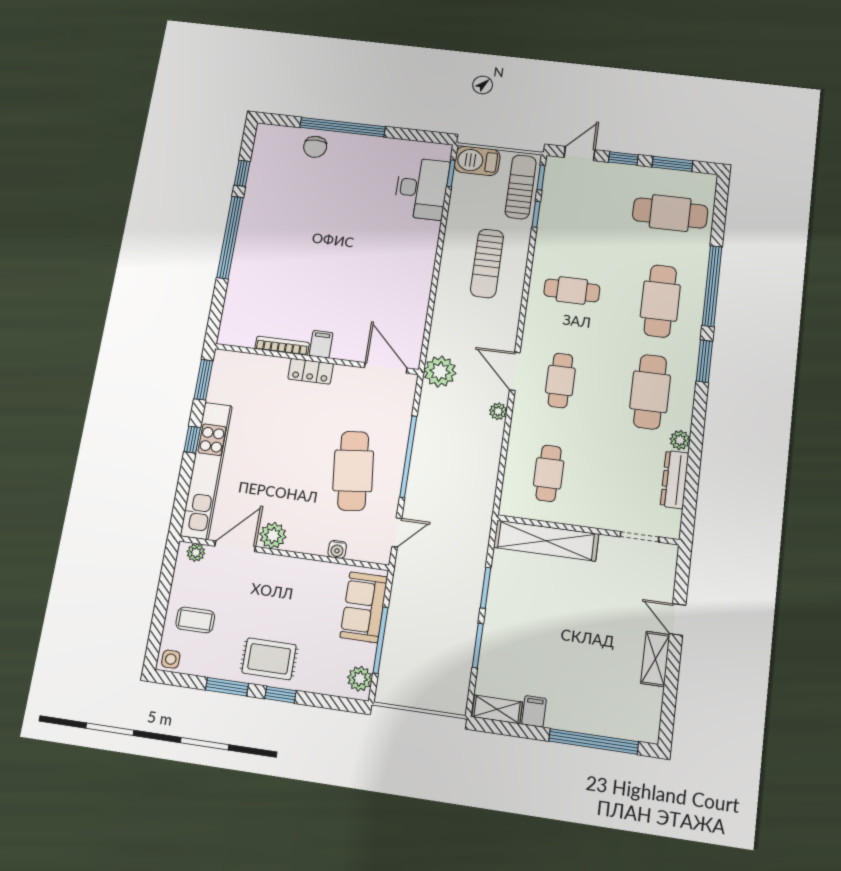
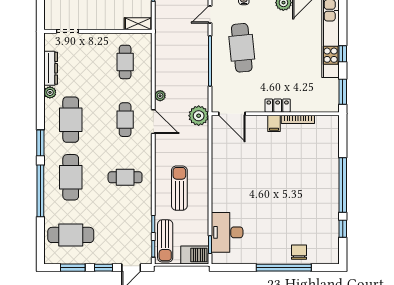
shelving: (546, 541) -> (138, 24), width x0.45, depth x0.75

